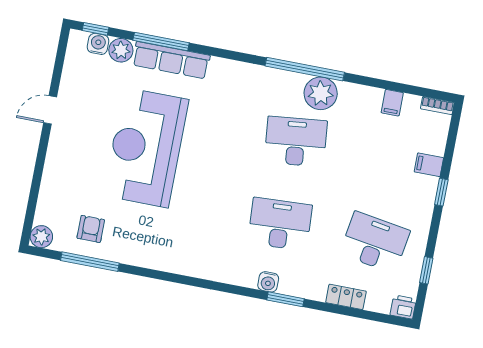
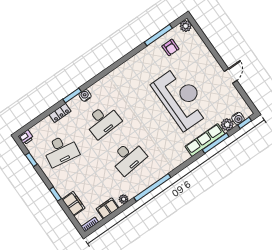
plant: (321, 93) -> (124, 199), moved, width x0.53, depth x0.53
filing cabinet: (392, 103) -> (107, 208), width x2.00
filing cabinet: (429, 165) -> (73, 204), width x2.00
locker: (346, 297) -> (60, 113), moved

